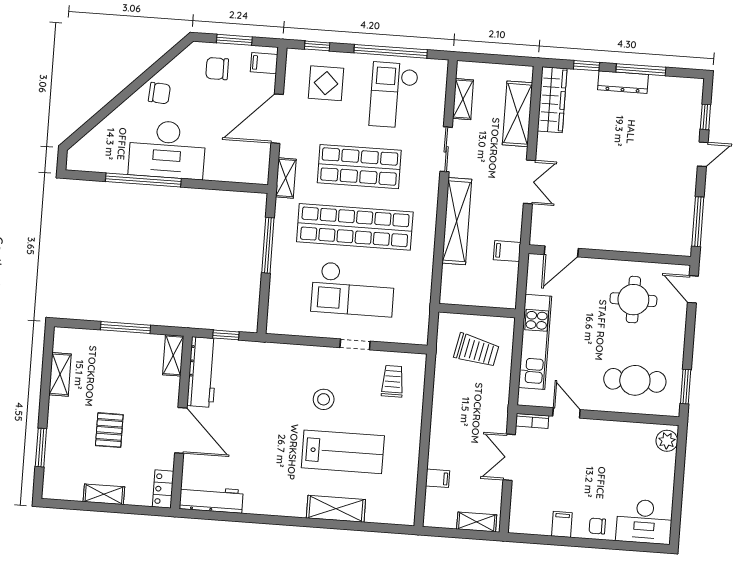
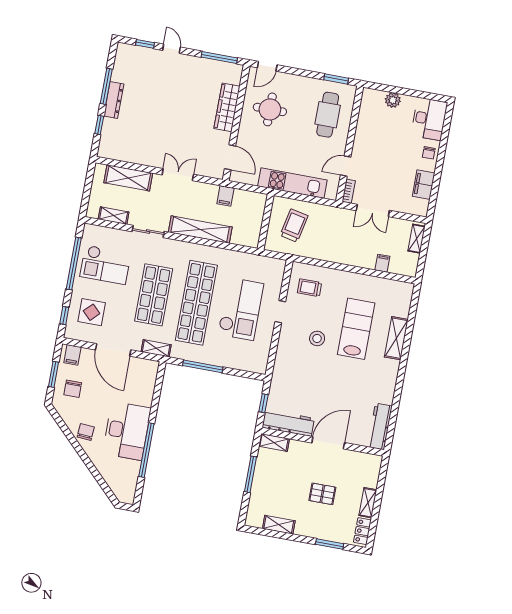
wardrobe: (552, 100) -> (227, 107), moved, turned -90
plant: (667, 441) -> (393, 100), moved
locker: (163, 489) -> (362, 531), moved, turned 90
filing cabinet: (562, 524) -> (424, 185), width x2.00

